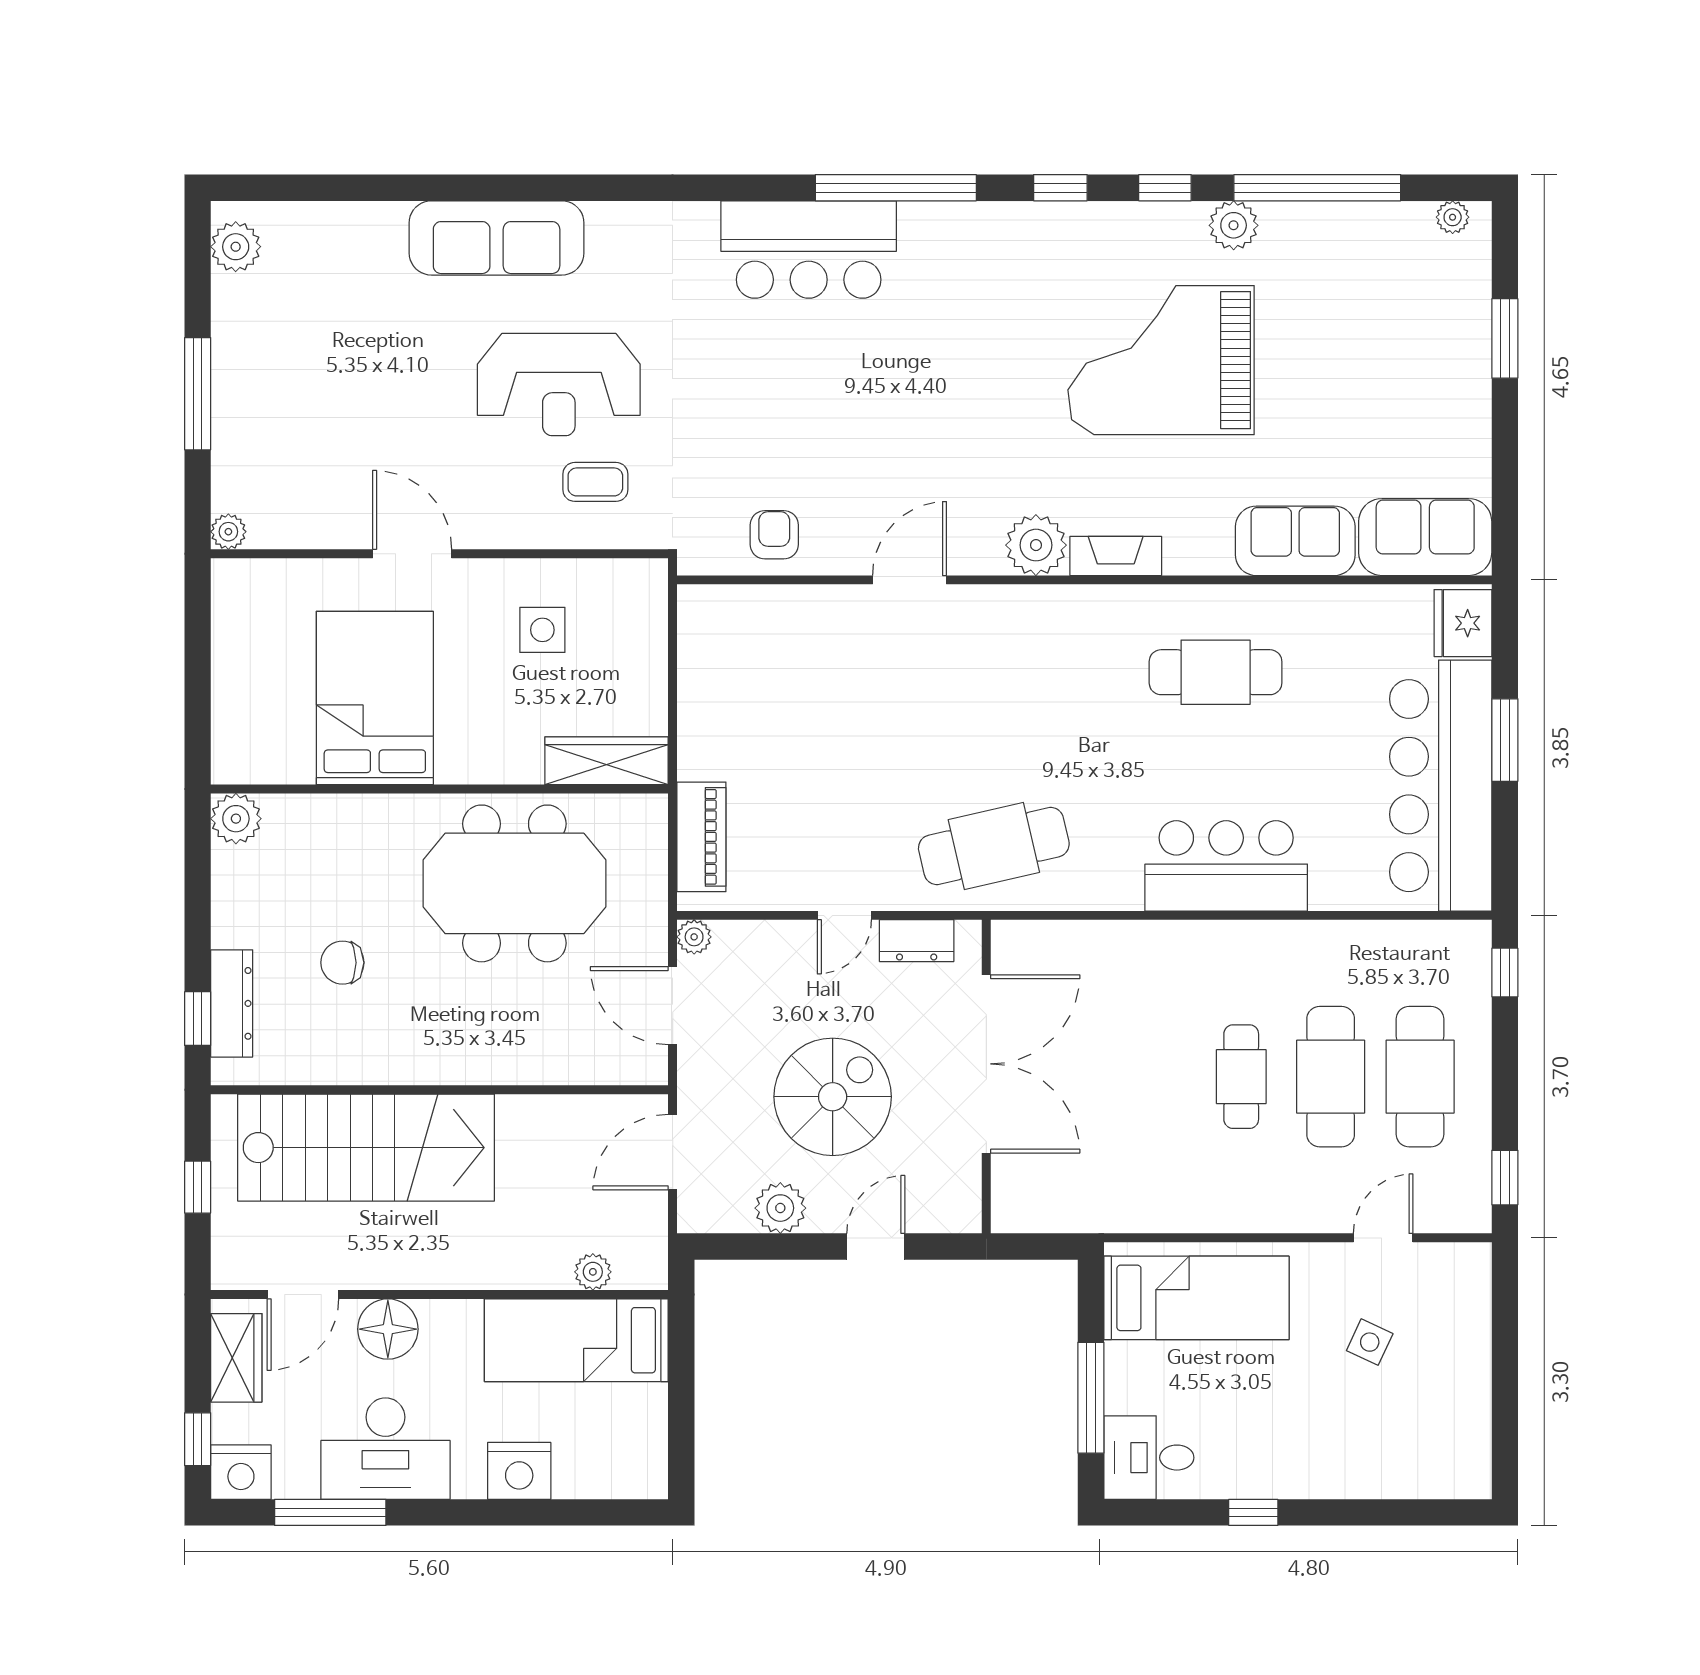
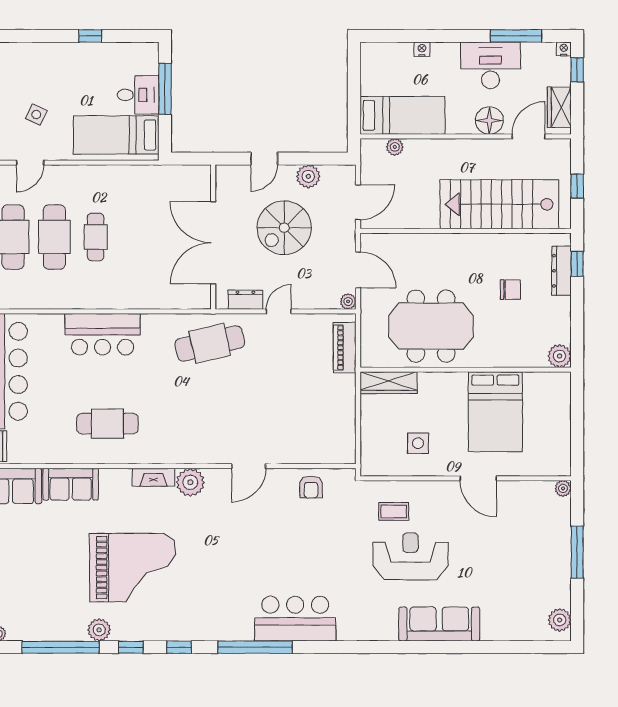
desk: (1149, 1458) -> (138, 95), moved
nightstand: (519, 1471) -> (422, 49), width x0.53, depth x0.56
nightstand: (241, 1472) -> (564, 49), width x0.53, depth x0.56

